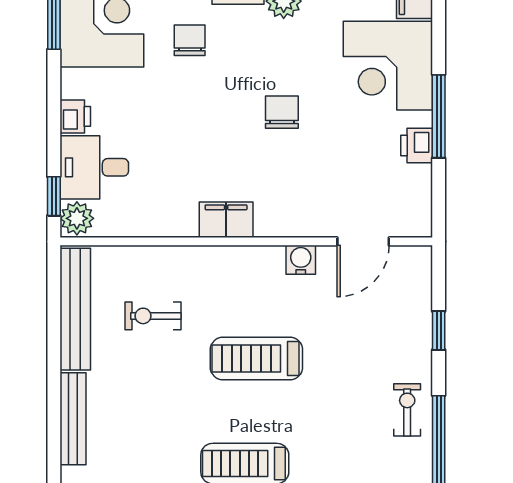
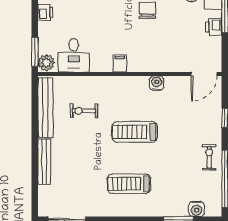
desk: (94, 167) -> (74, 55), moved, turned -90
window: (54, 196) -> (35, 52), width x1.50
filing cabinet: (226, 220) -> (120, 63), width x0.50
door: (363, 241) -> (204, 74), moved

